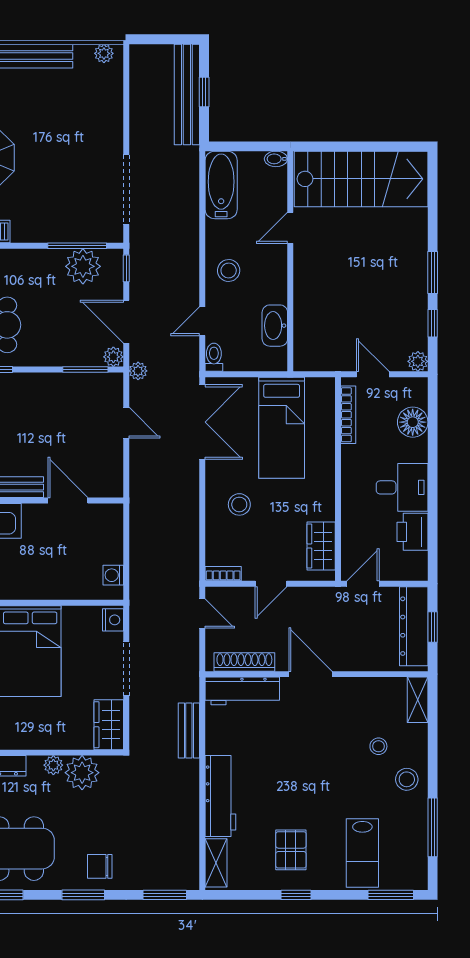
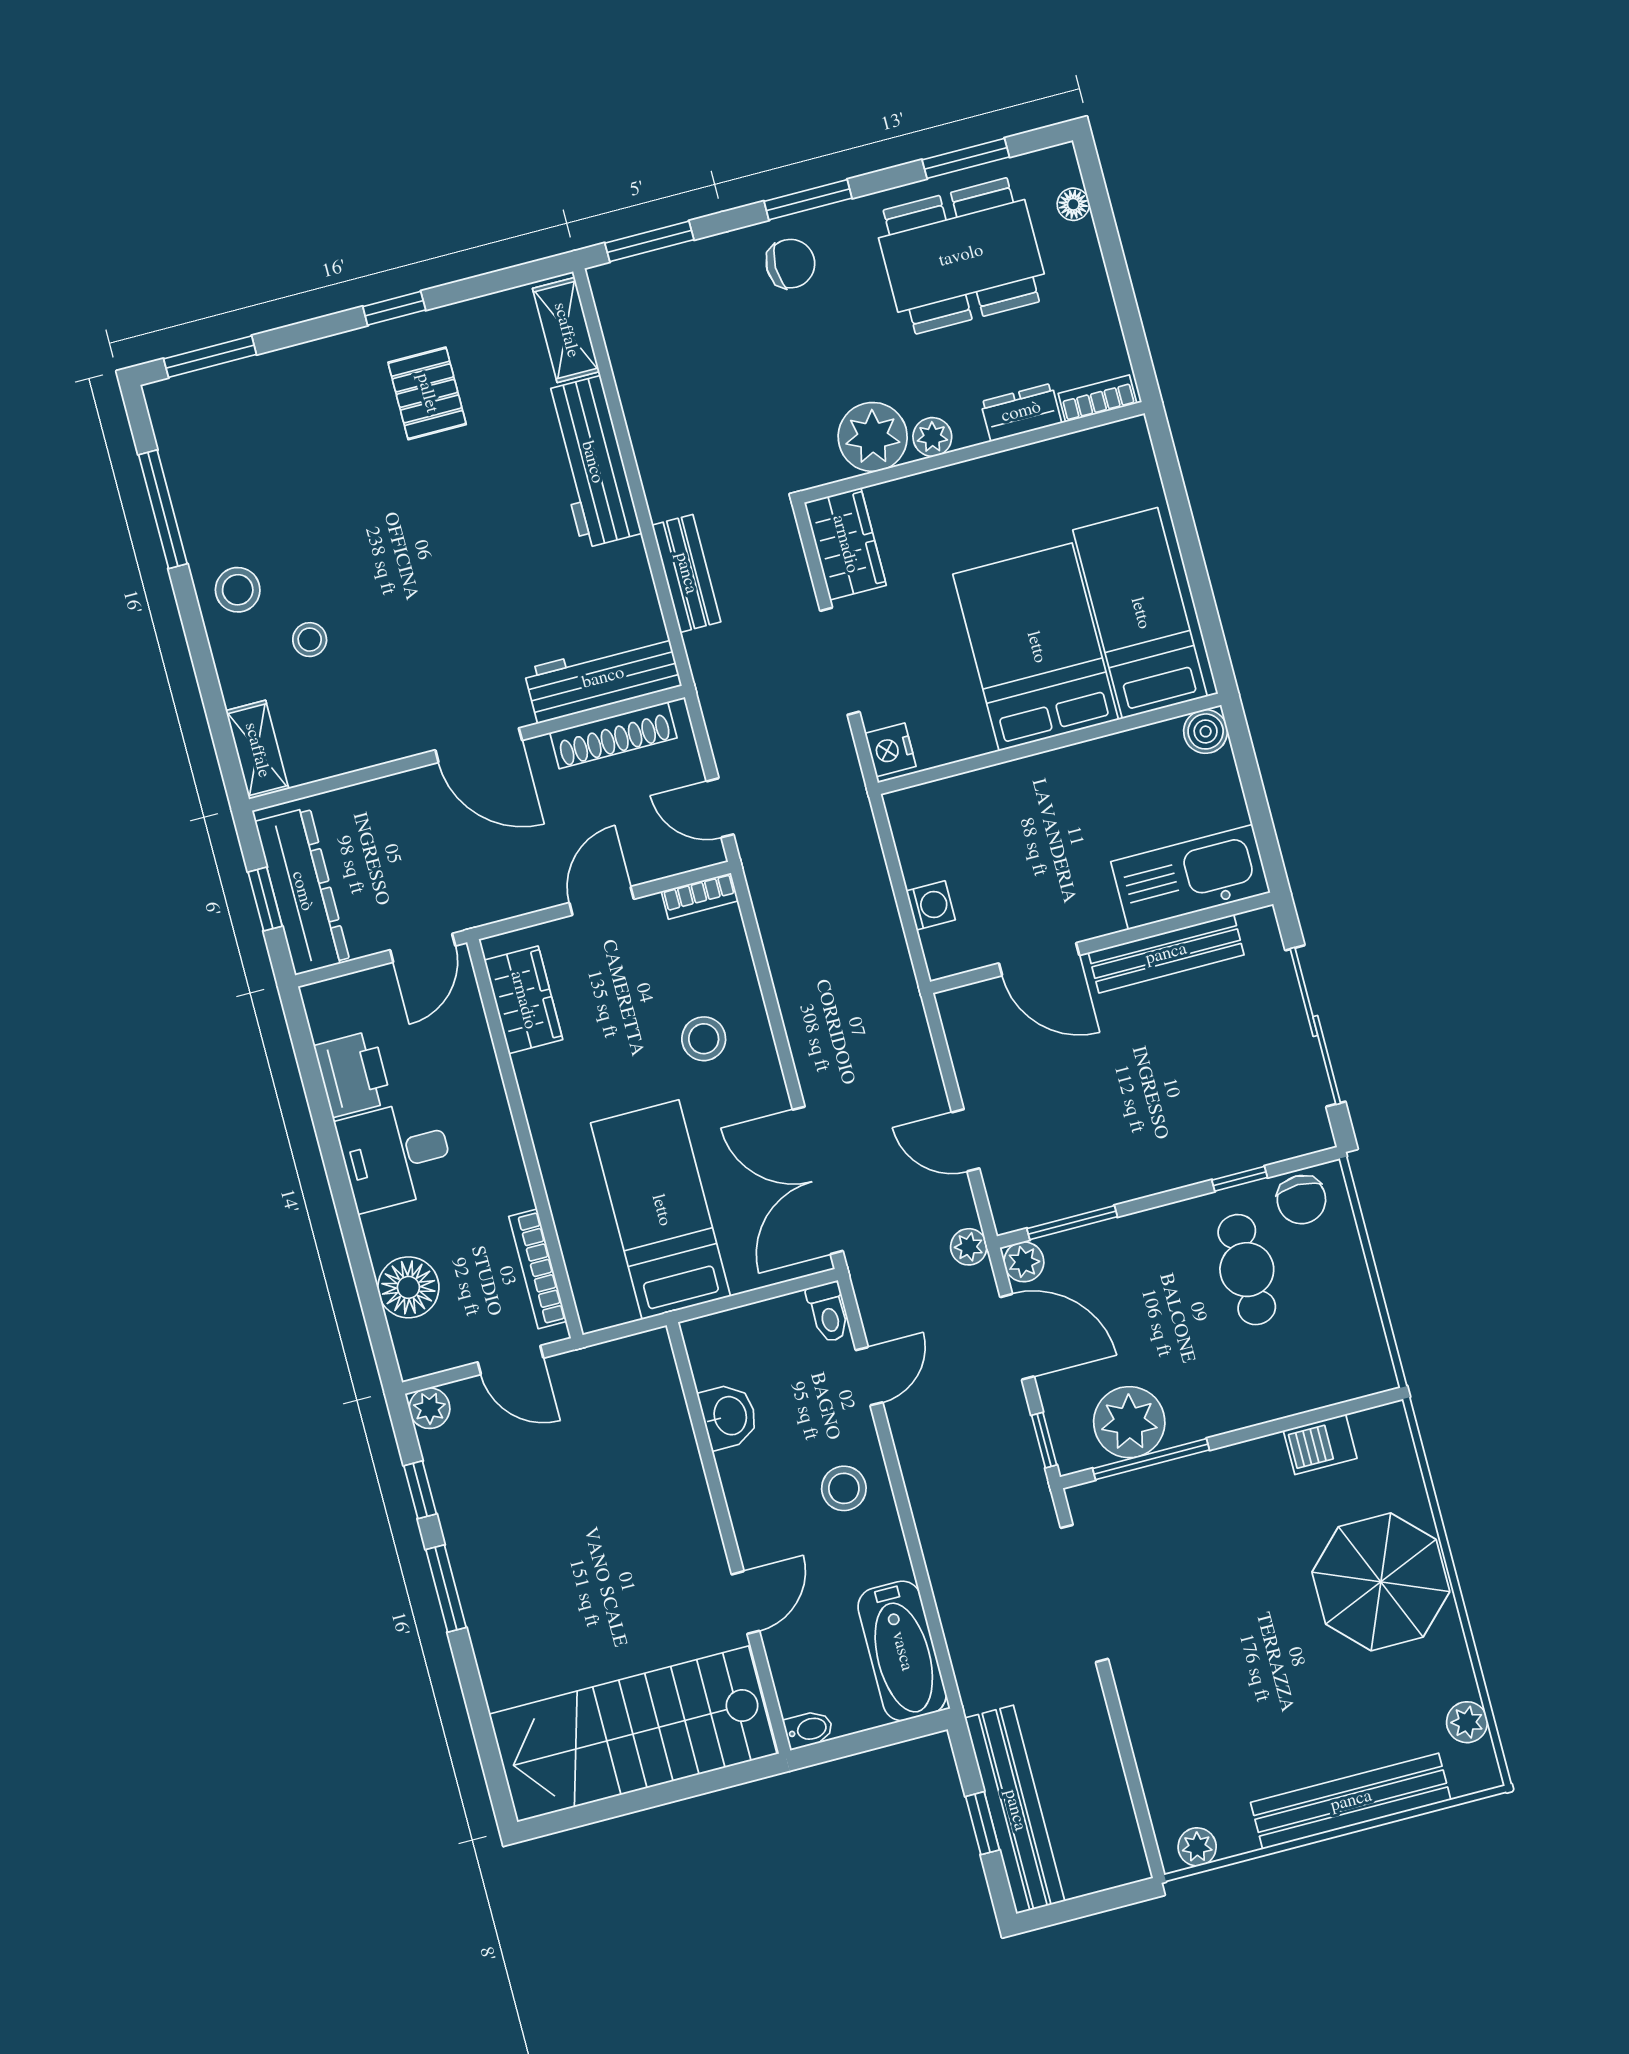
washbasin: (275, 326) -> (729, 1416), width x0.72
washing machine: (113, 575) -> (931, 905), moved
lab bench: (362, 853) -> (286, 424), removed

